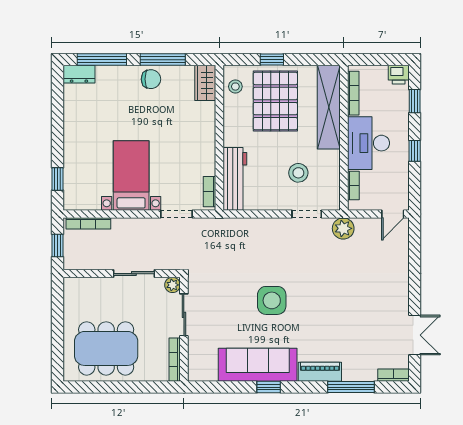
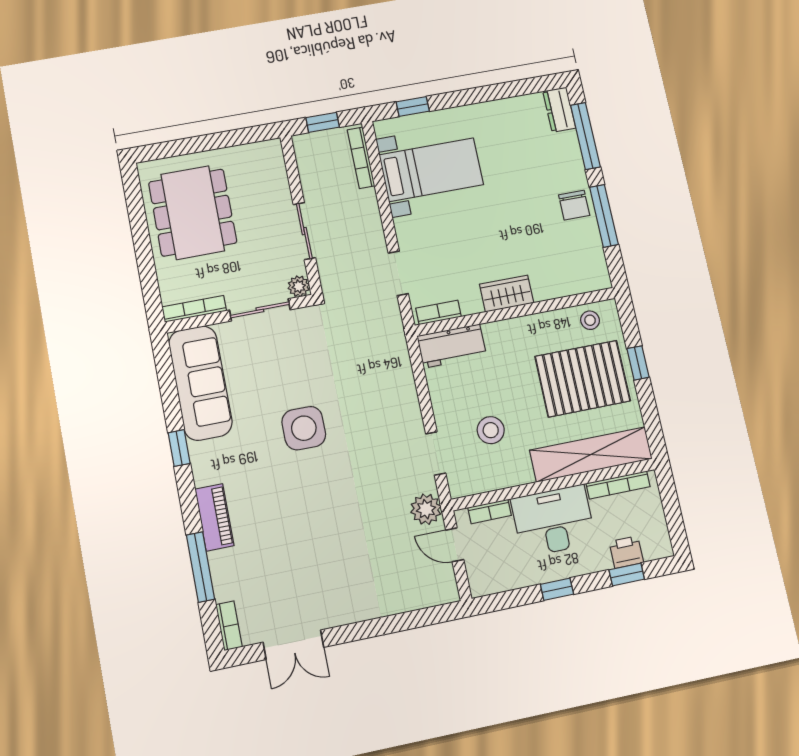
printer: (399, 75) -> (626, 552), moved, turned 90
wardrobe: (205, 83) -> (507, 294), moved
bed with nightstands: (131, 175) -> (431, 170), moved
workbench: (235, 179) -> (452, 346), width x0.73
door: (393, 214) -> (455, 545), moved
sofa: (258, 365) -> (200, 383), moved

